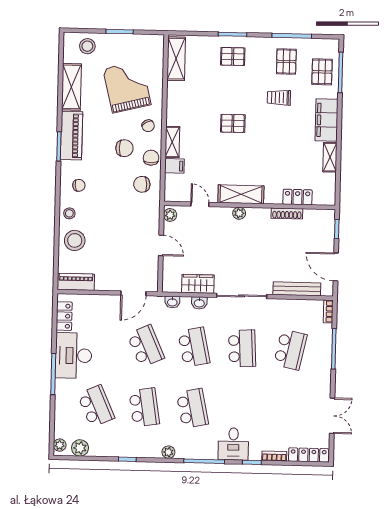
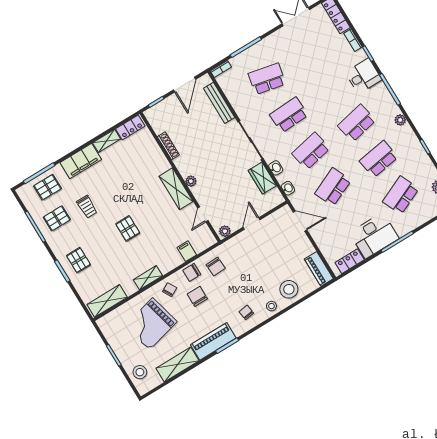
shelving: (172, 142) -> (148, 278), moved
locker: (298, 197) -> (130, 127), moved, turned -90

